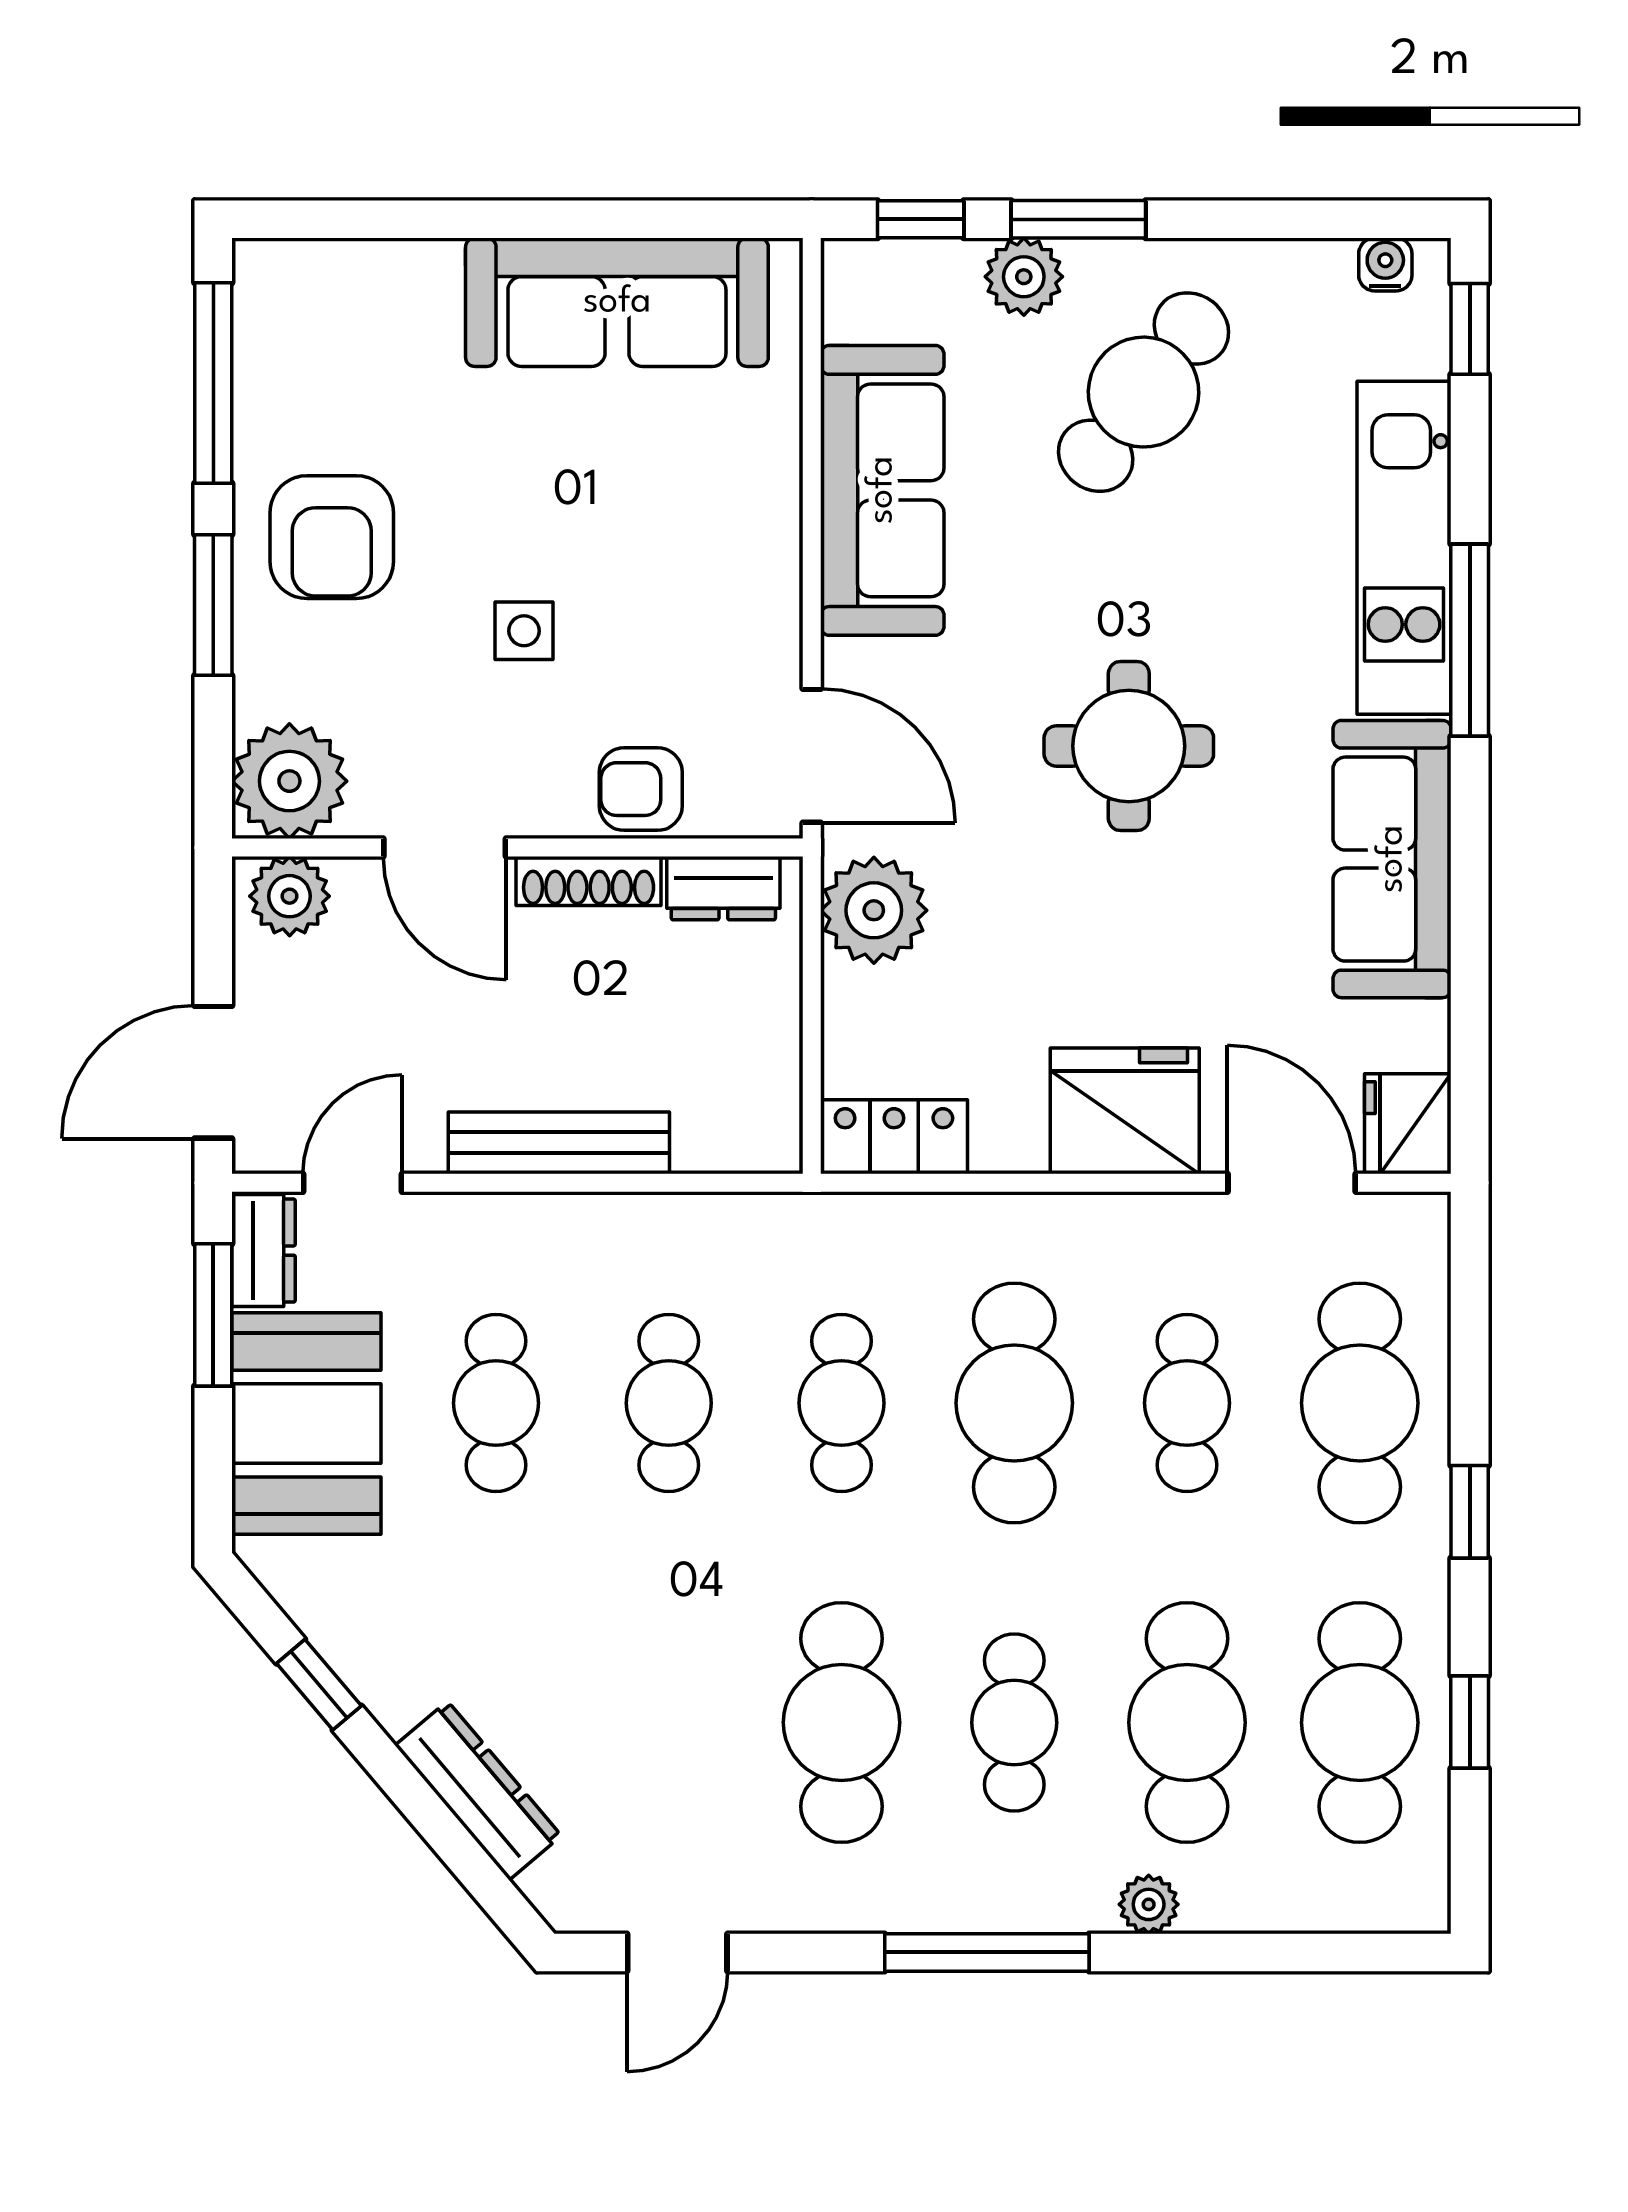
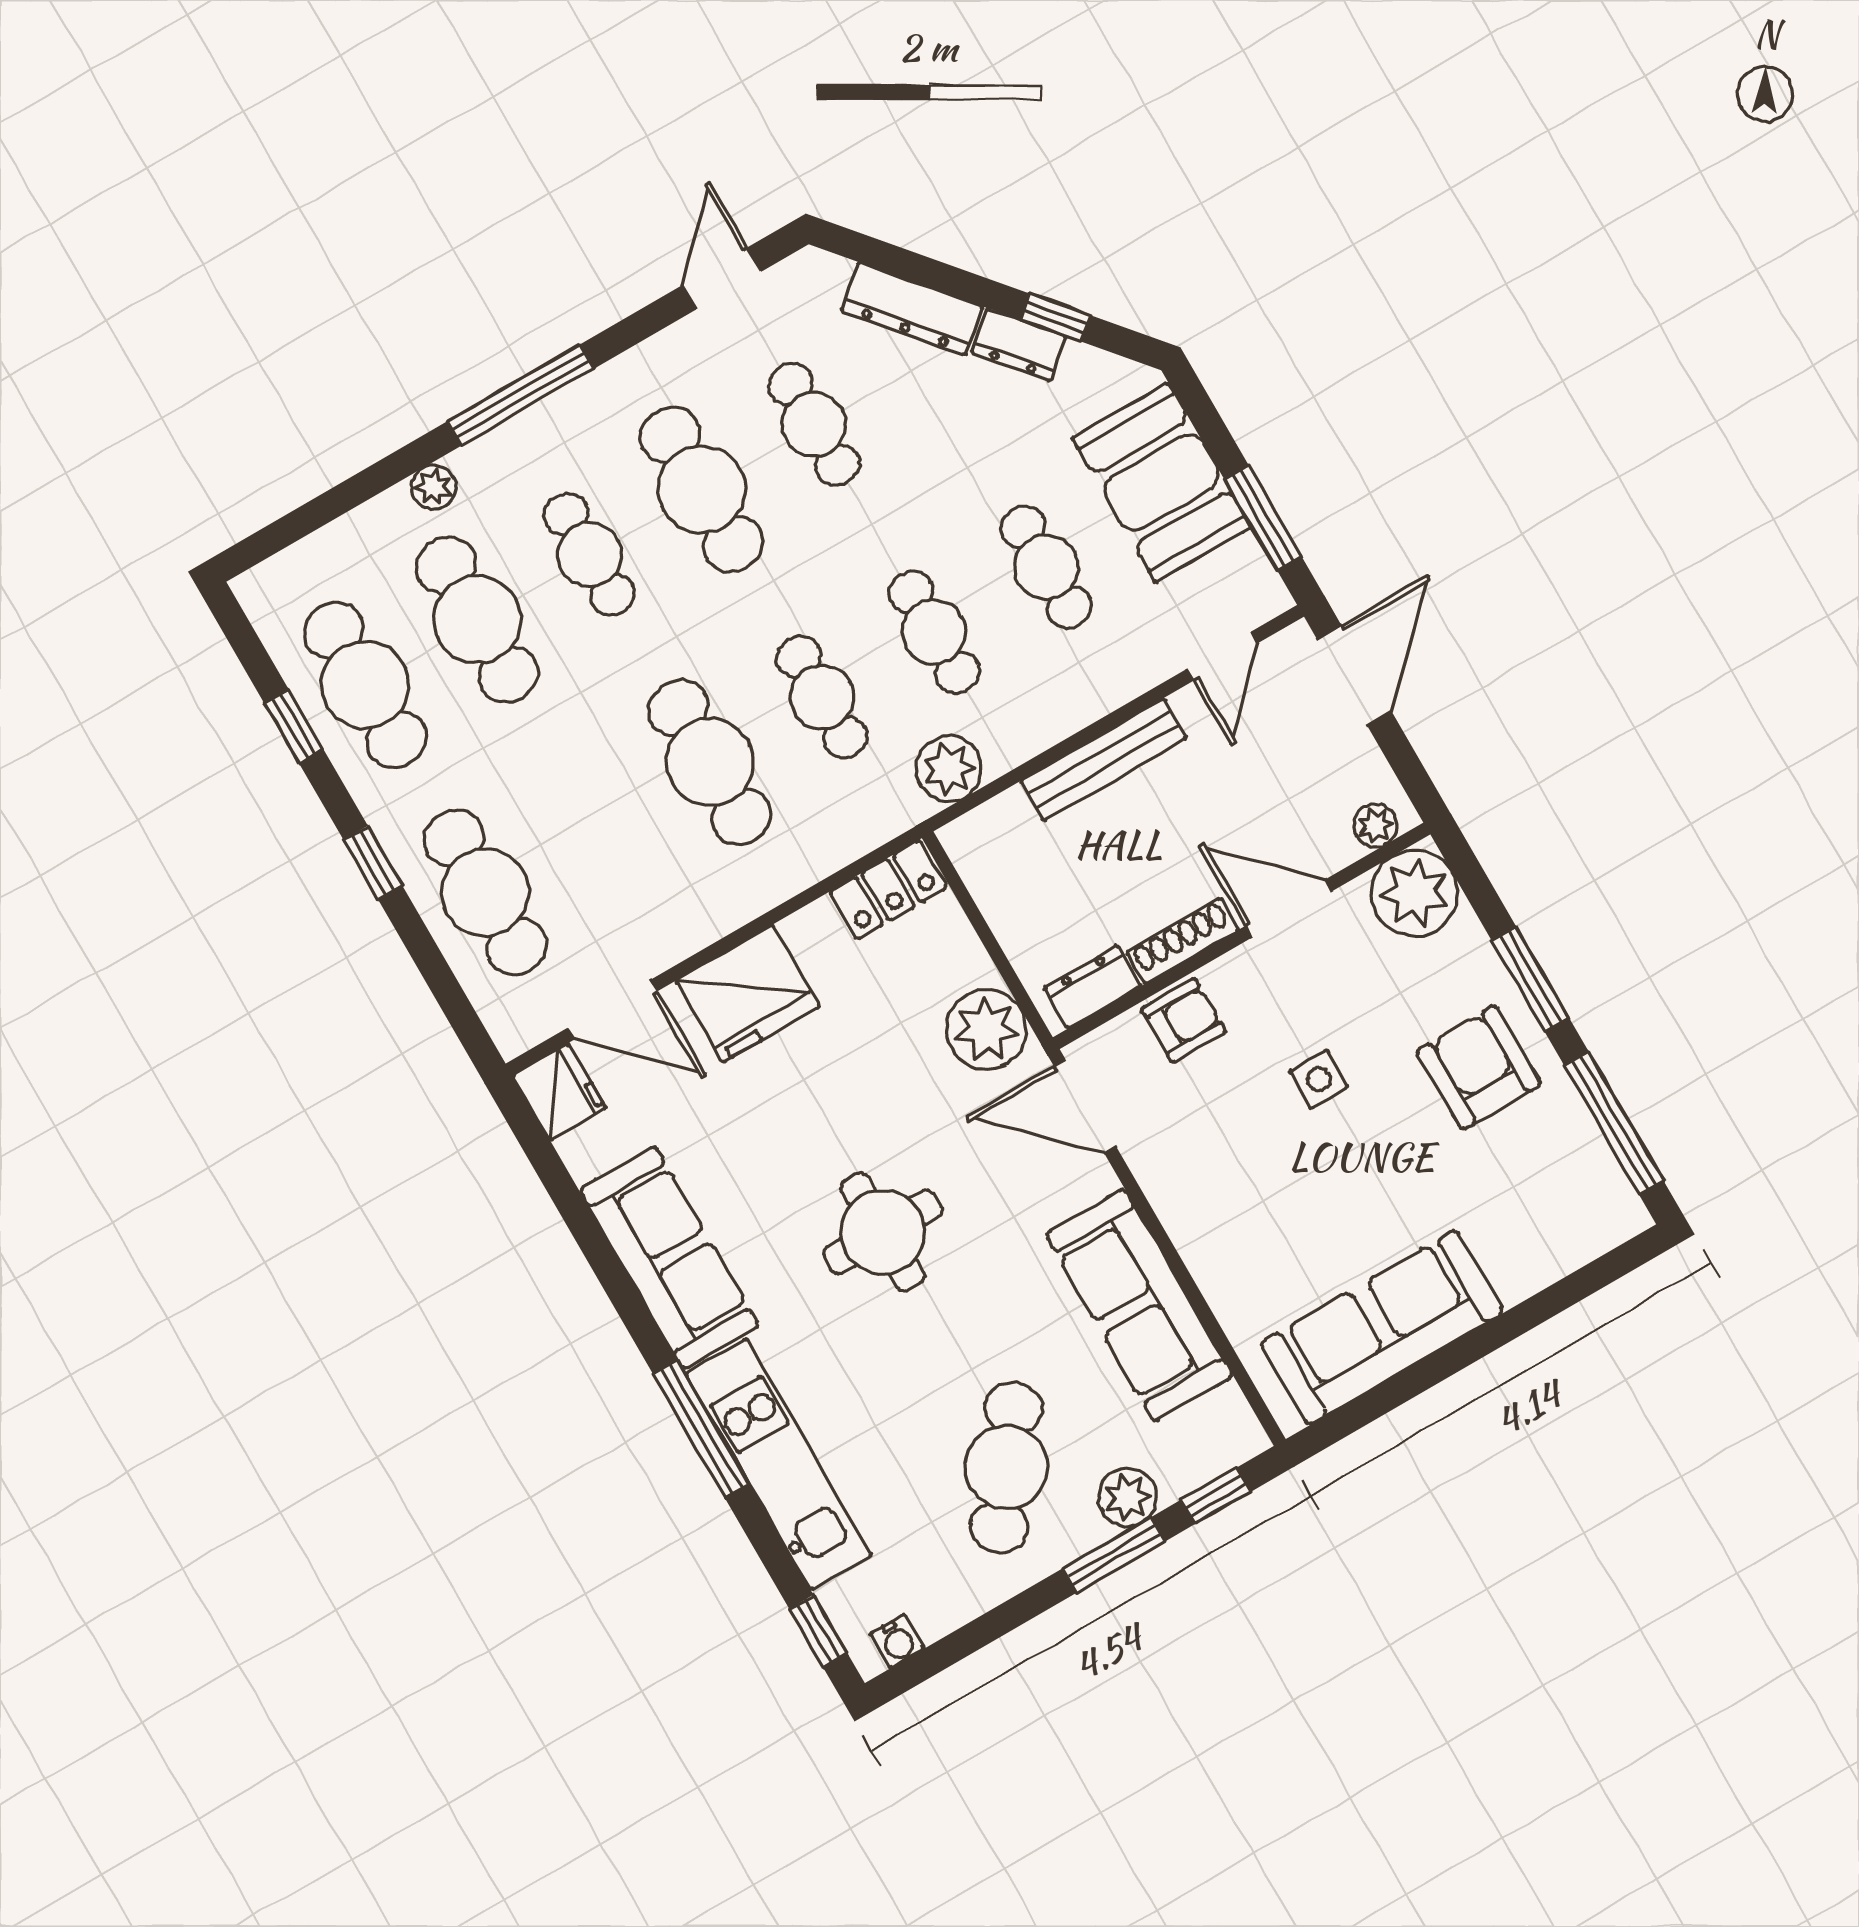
plant: (290, 896) -> (1375, 826), width x0.73, depth x0.73
plant: (743, 1235) -> (949, 769), added
dresser: (264, 1251) -> (1019, 345), moved, turned -40
cafe table: (1187, 1403) -> (814, 425), moved

